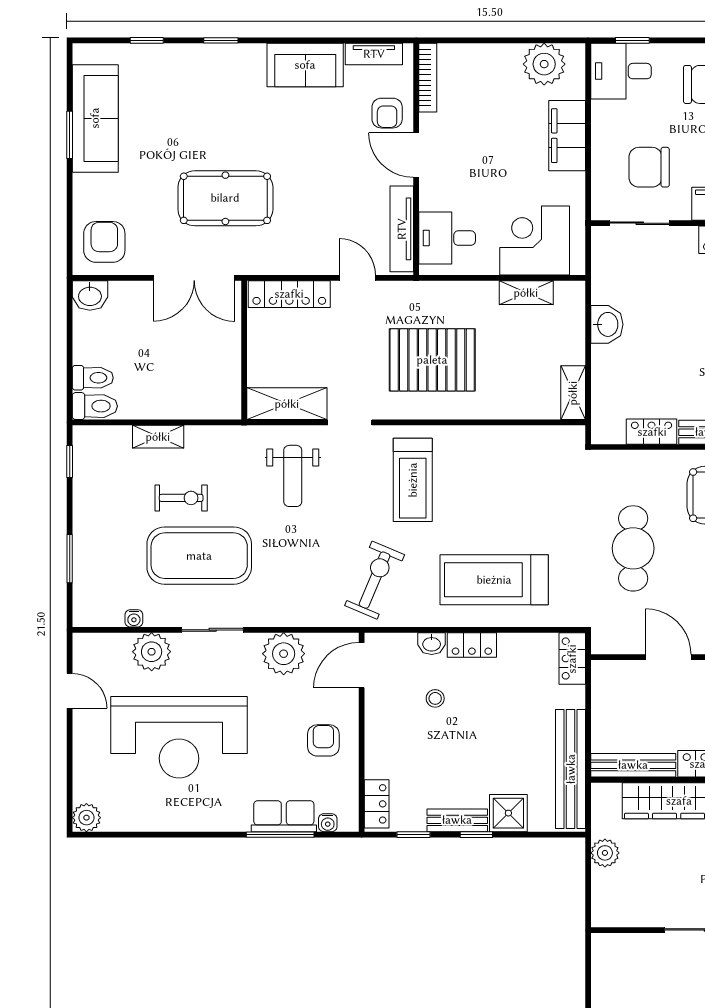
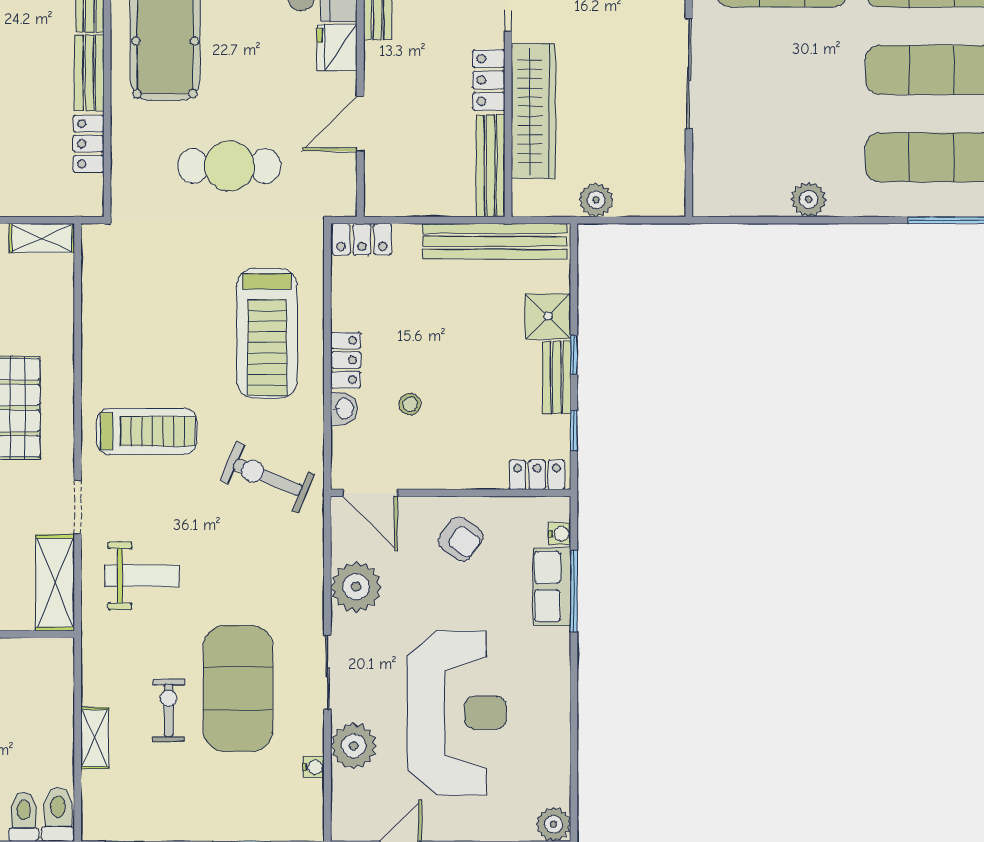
armchair: (323, 740) -> (461, 539), turned -145

